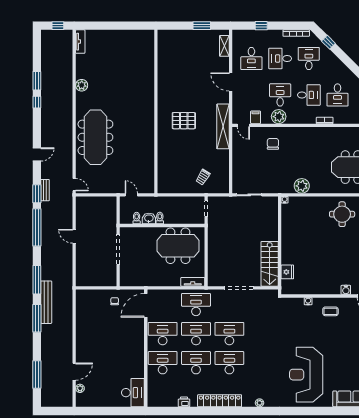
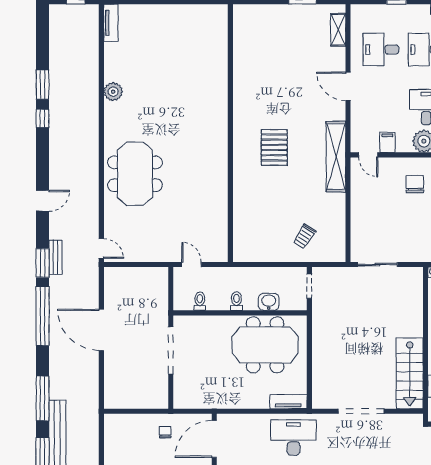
desk: (251, 58) -> (381, 49), turned 90
pallet: (184, 121) -> (274, 147), turned 90
meeting table: (95, 137) -> (135, 174), width x0.73
washbasin: (149, 218) -> (269, 302), moved
door: (74, 236) -> (101, 330), width x1.87

